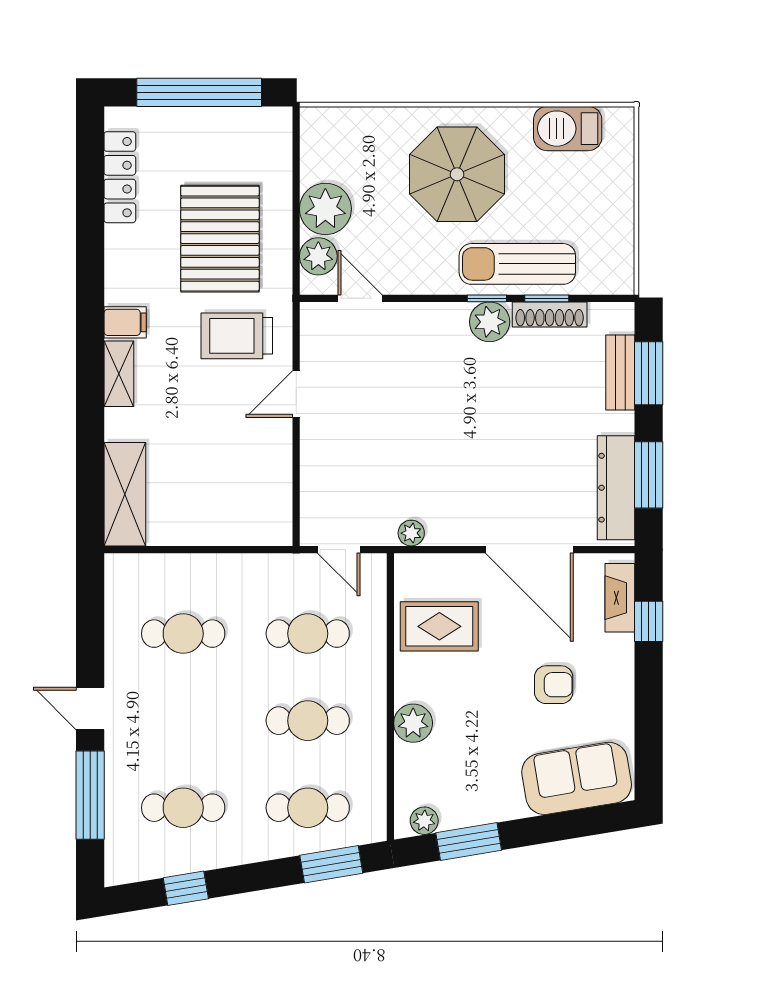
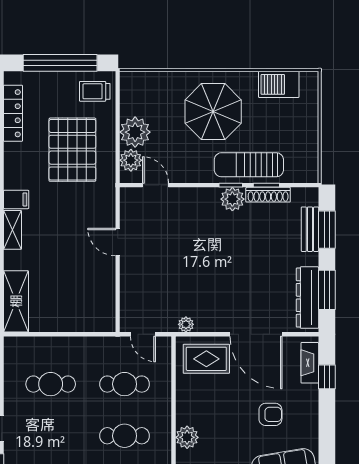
trolley: (237, 336) -> (95, 91), moved, width x0.73, depth x0.72
door: (296, 394) -> (118, 242), hinge flipped
rug: (439, 626) -> (206, 359), moved

